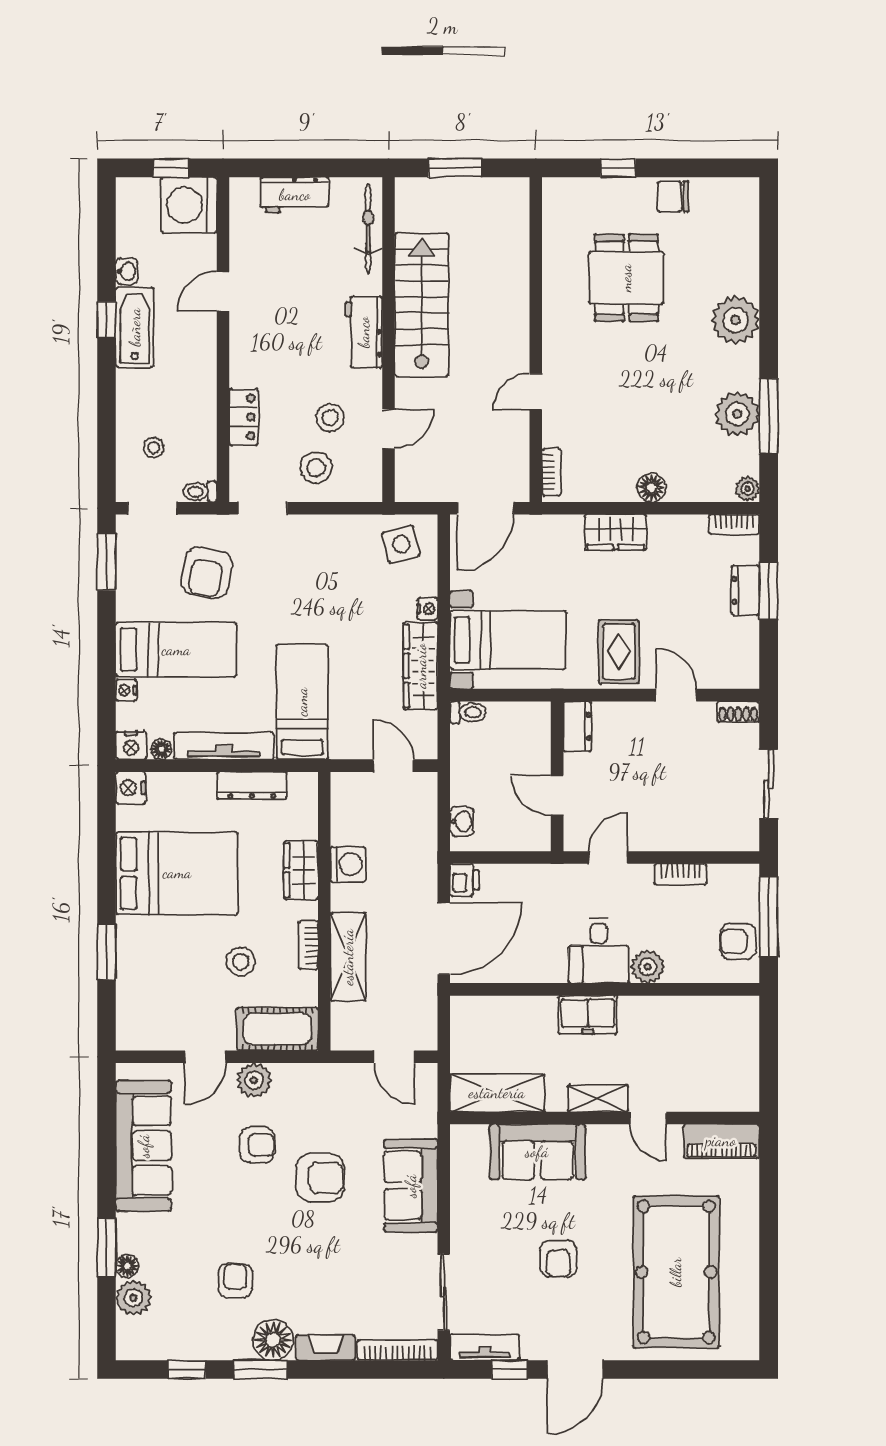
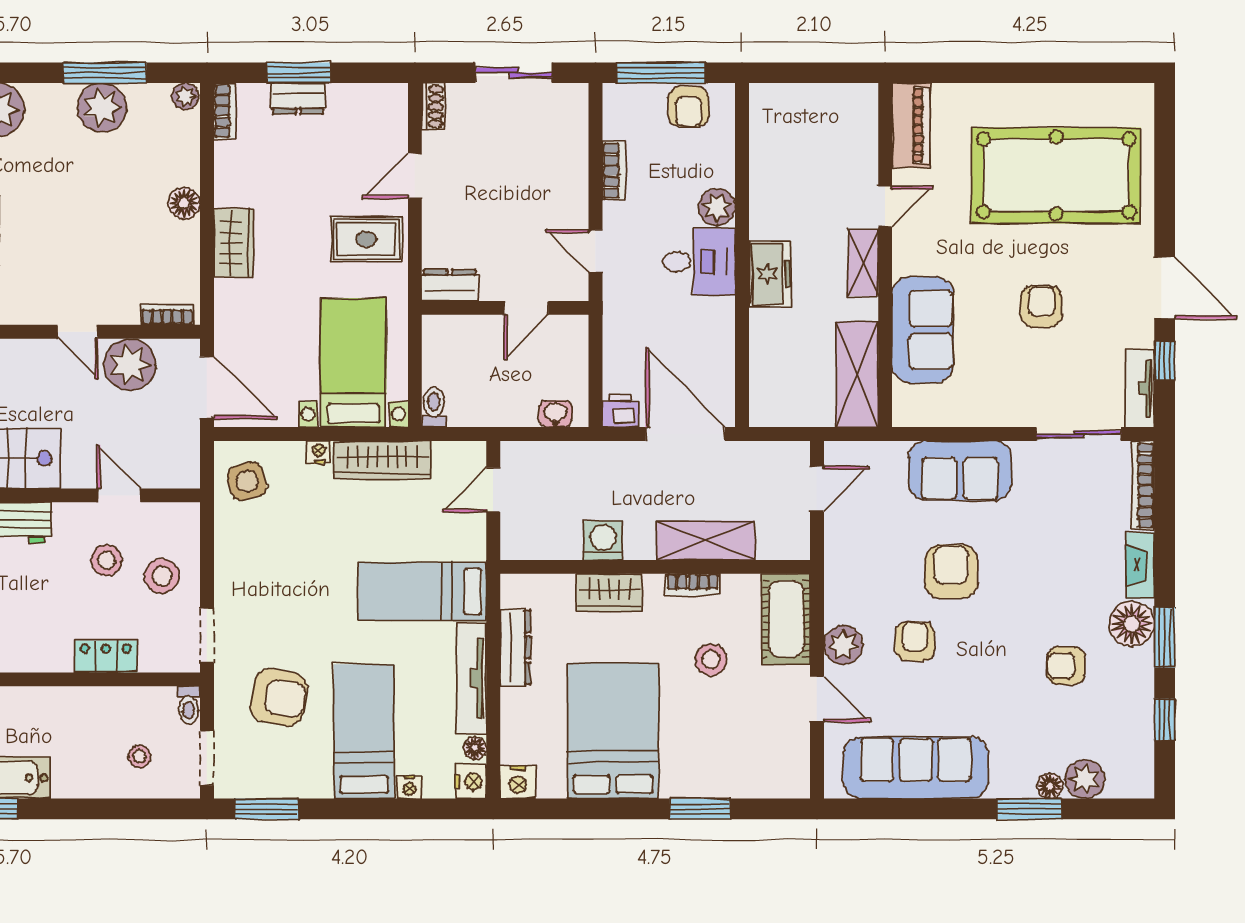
plant: (506, 439) -> (130, 365), added
armchair: (558, 1259) -> (1042, 307), turned -90

